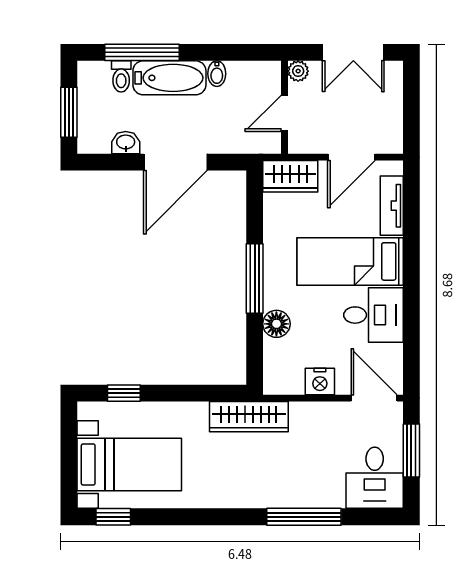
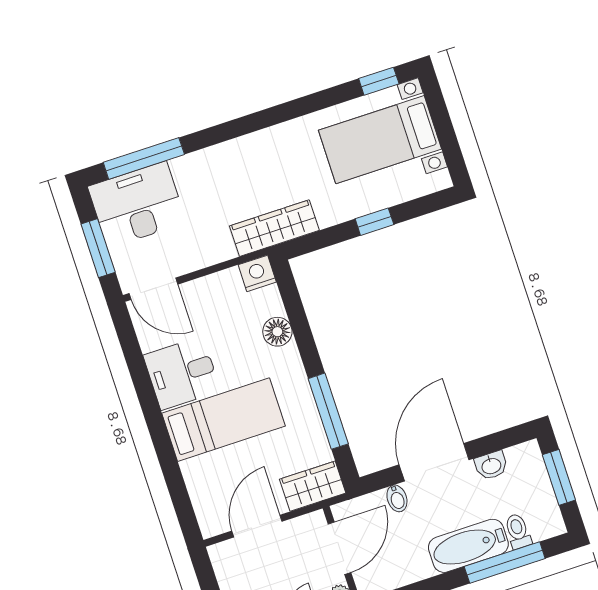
bidet: (217, 74) -> (397, 498), moved, turned 180
door: (284, 113) -> (340, 548), width x1.38
tv unit: (392, 206) -> (200, 490), removed
window: (255, 278) -> (328, 411), moved
nightstand: (320, 381) -> (257, 273), moved
window: (124, 393) -> (374, 222), moved
desk: (375, 478) -> (137, 205), width x1.37
window: (304, 517) -> (144, 158), moved

